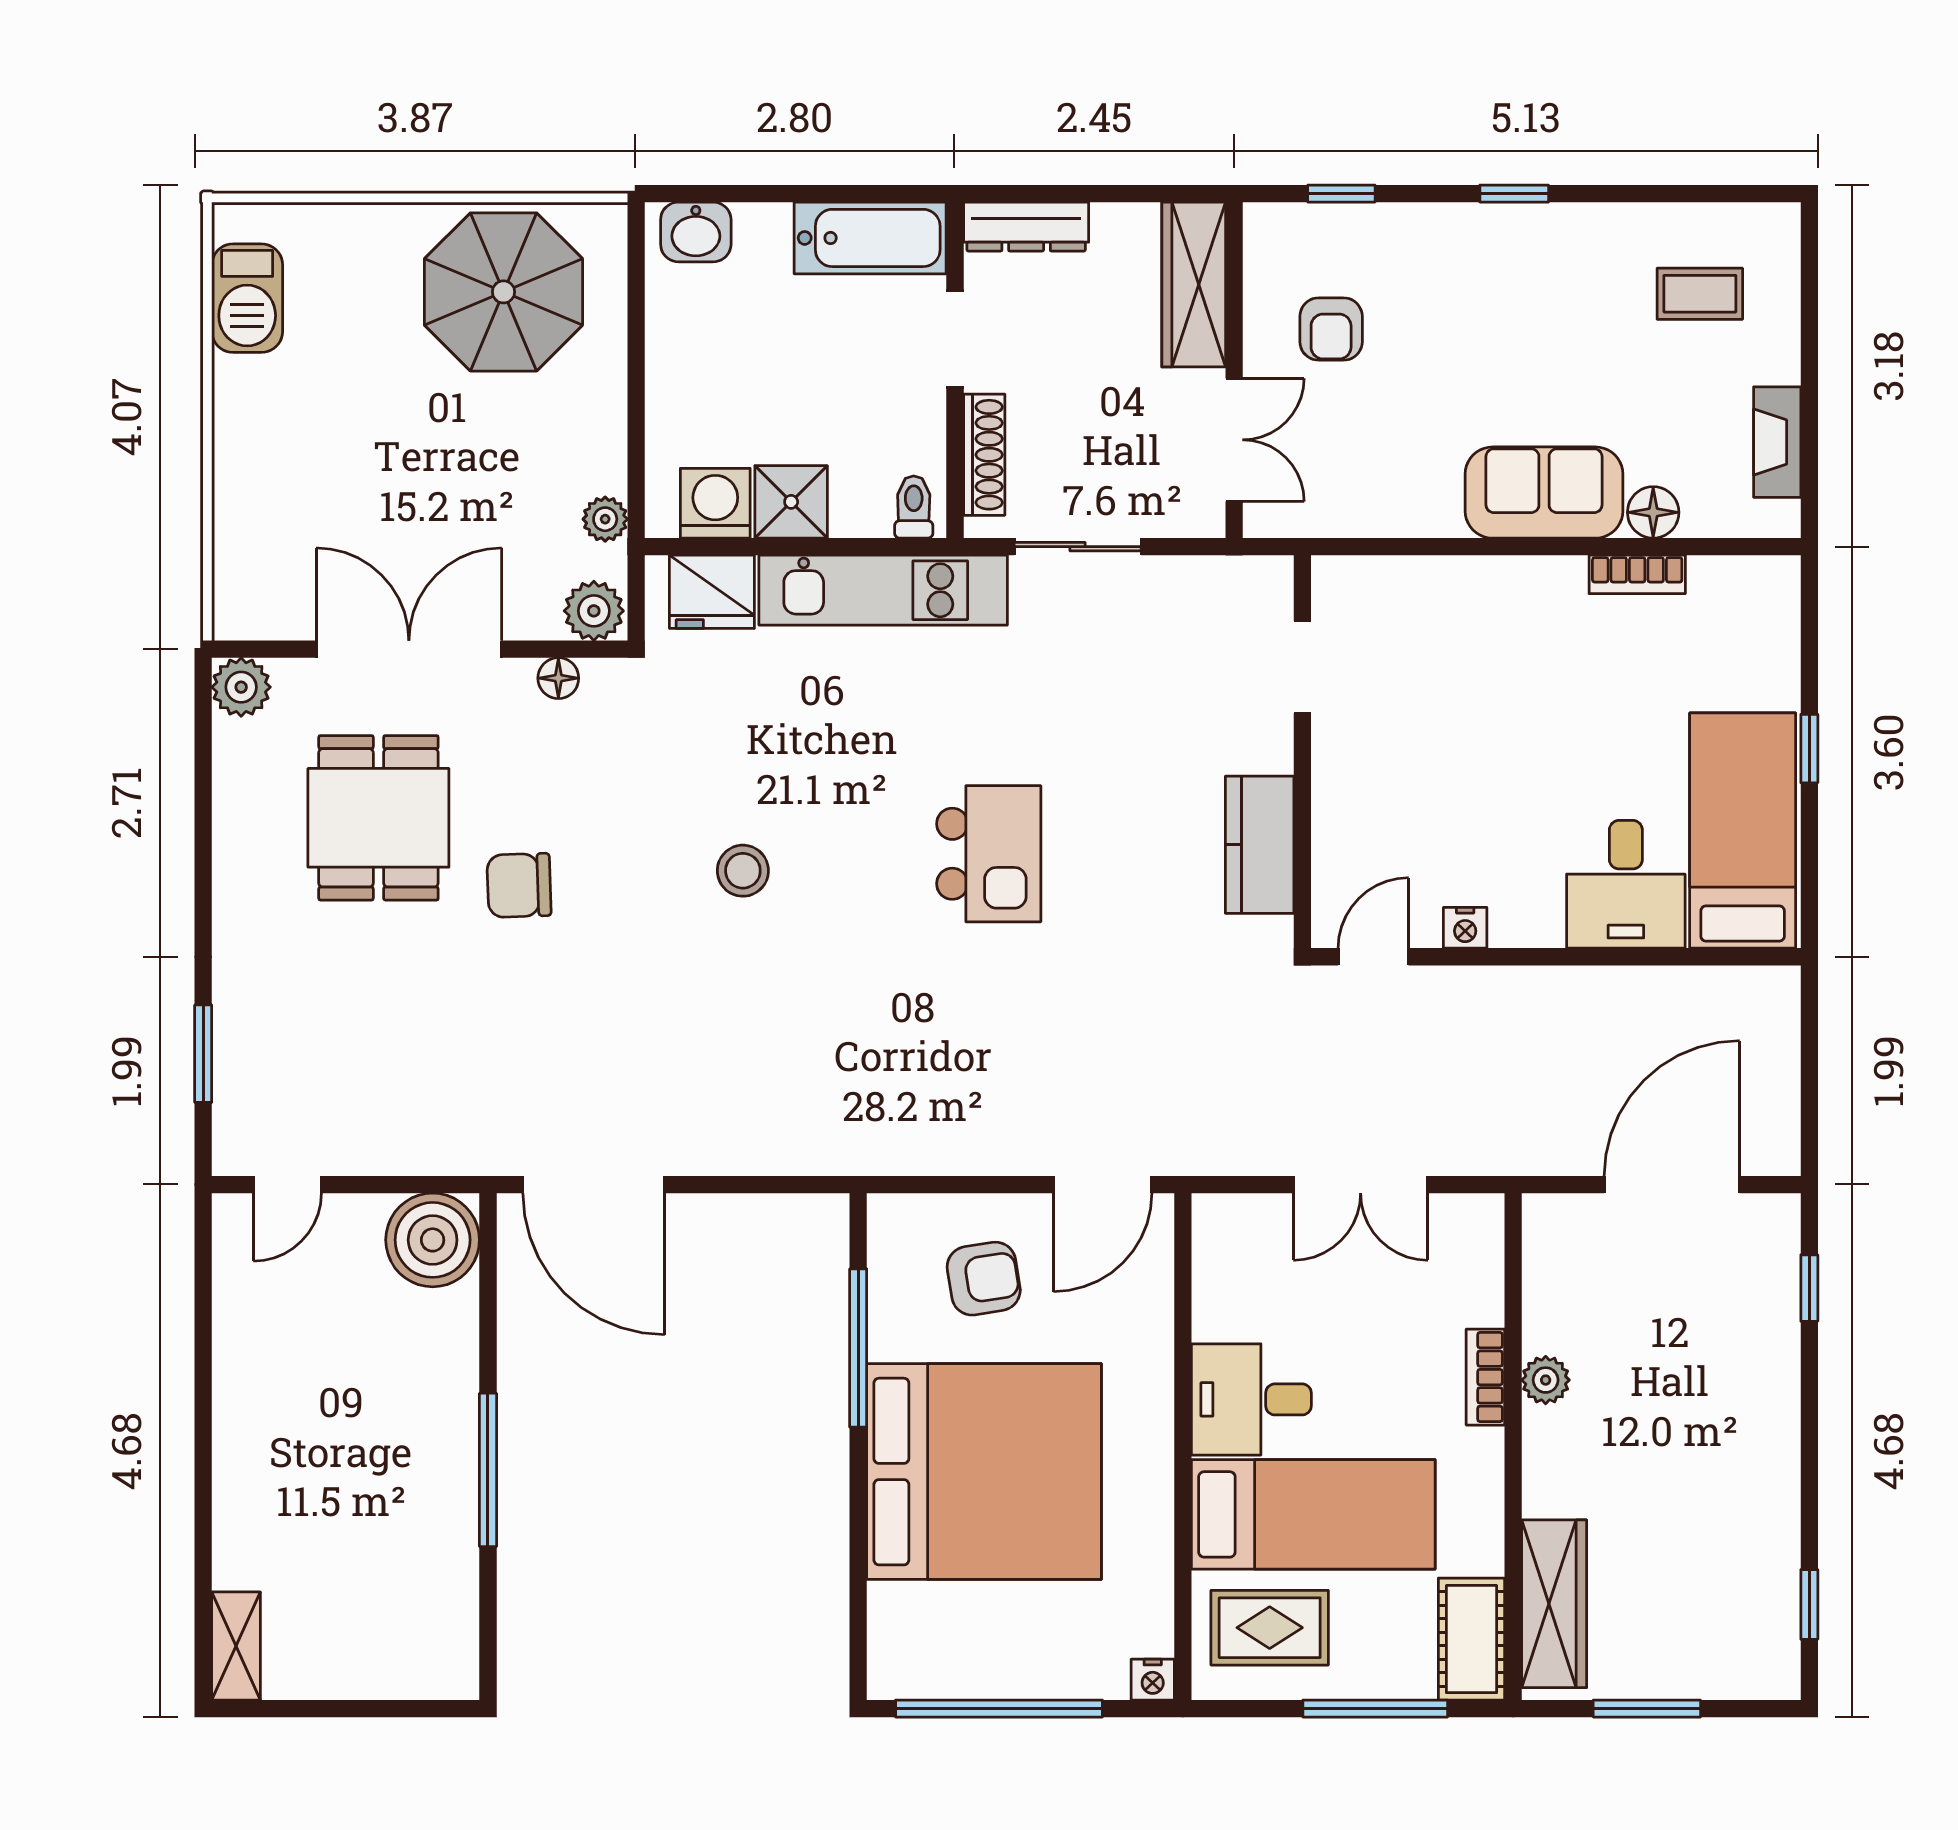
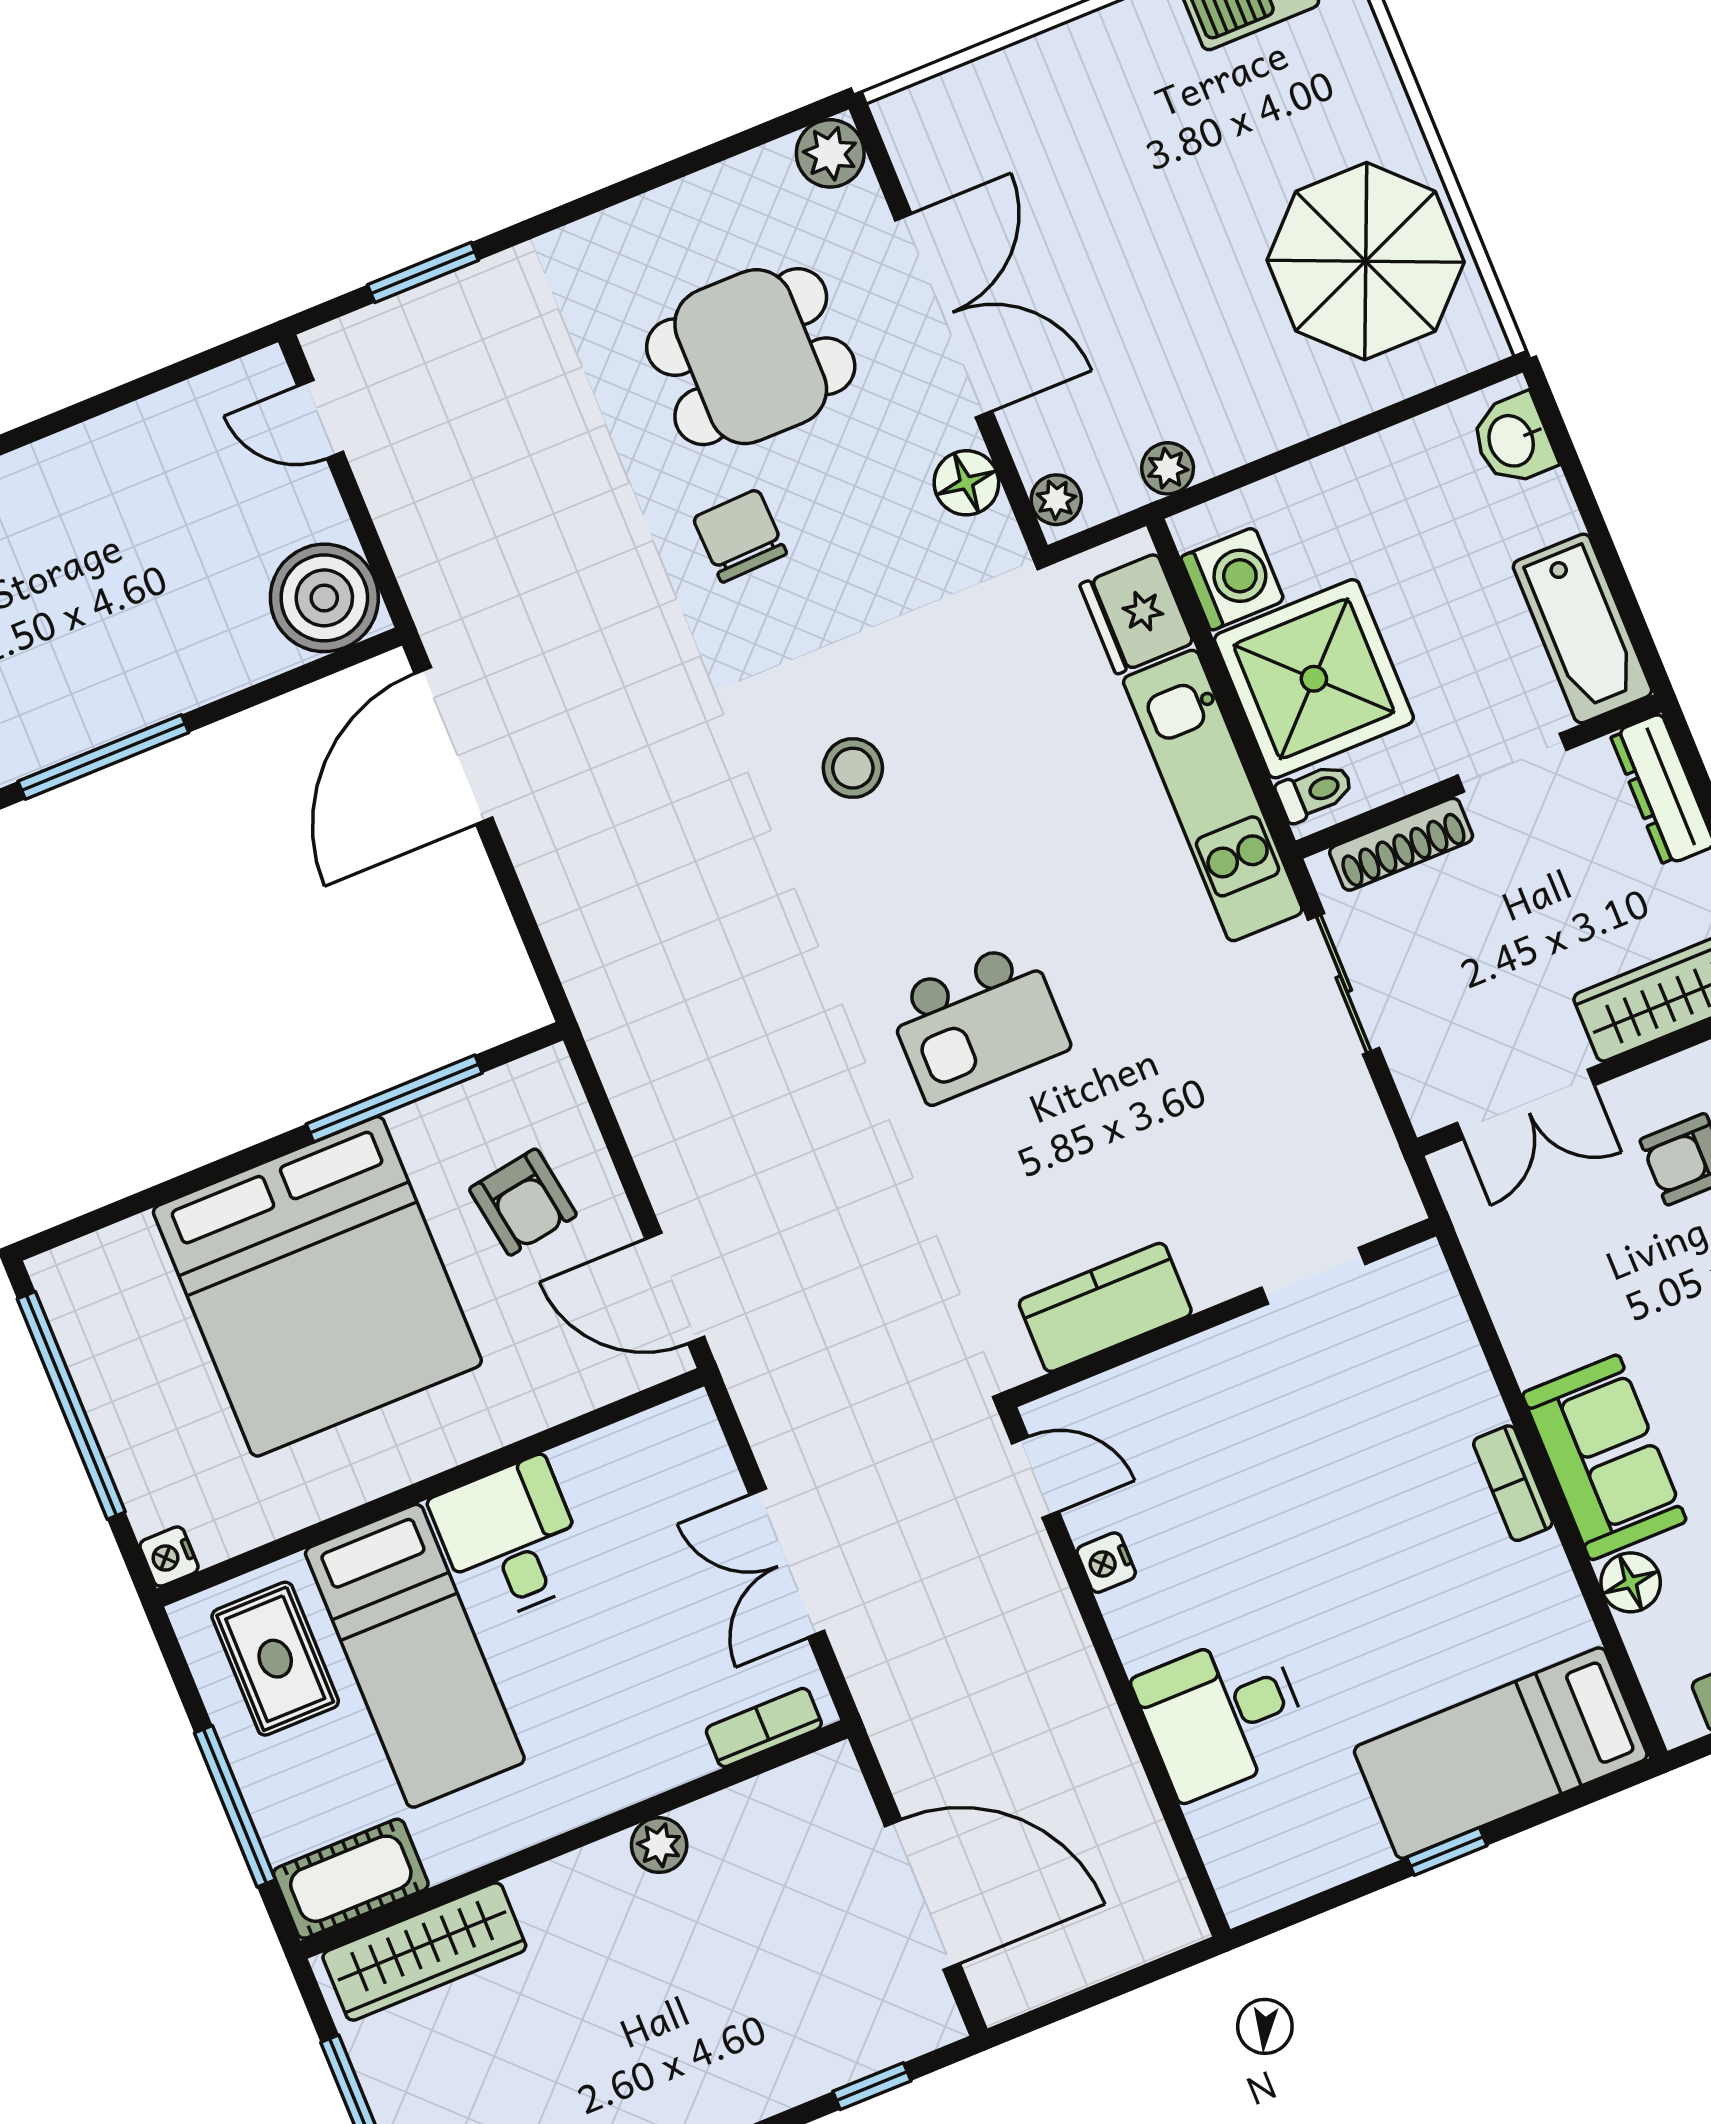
shower: (791, 502) -> (1314, 679), width x1.86, depth x1.86
bookcase: (1637, 574) -> (1513, 1483), moved
plant: (594, 611) -> (1056, 500), width x0.73, depth x0.73
floor lamp: (558, 678) -> (966, 483), width x1.37, depth x1.37
bed: (1743, 831) -> (1501, 1753), moved, turned 180
bookcase: (1485, 1377) -> (764, 1727), moved

